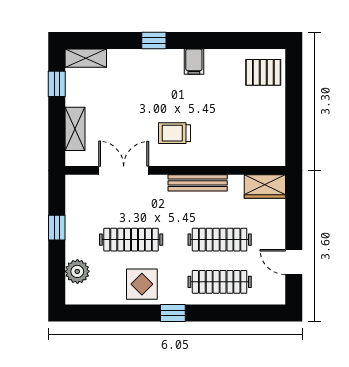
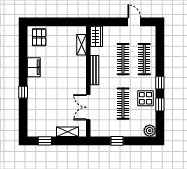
shelving: (86, 58) -> (82, 45), moved
filing cabinet: (194, 62) -> (34, 67), width x2.00
trolley: (175, 133) -> (70, 82), removed
door: (294, 262) -> (134, 22), swing flipped
plant: (77, 271) -> (150, 131), moved
window: (129, 313) -> (160, 105), added

